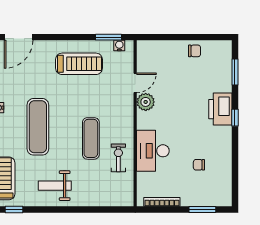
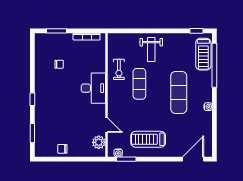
door: (135, 83) -> (106, 125), swing flipped
plant: (146, 102) -> (99, 142), moved
printer: (220, 109) -> (43, 106), removed
desk: (153, 151) -> (93, 88), moved
weight bench: (55, 186) -> (151, 49), moved, turned 90

